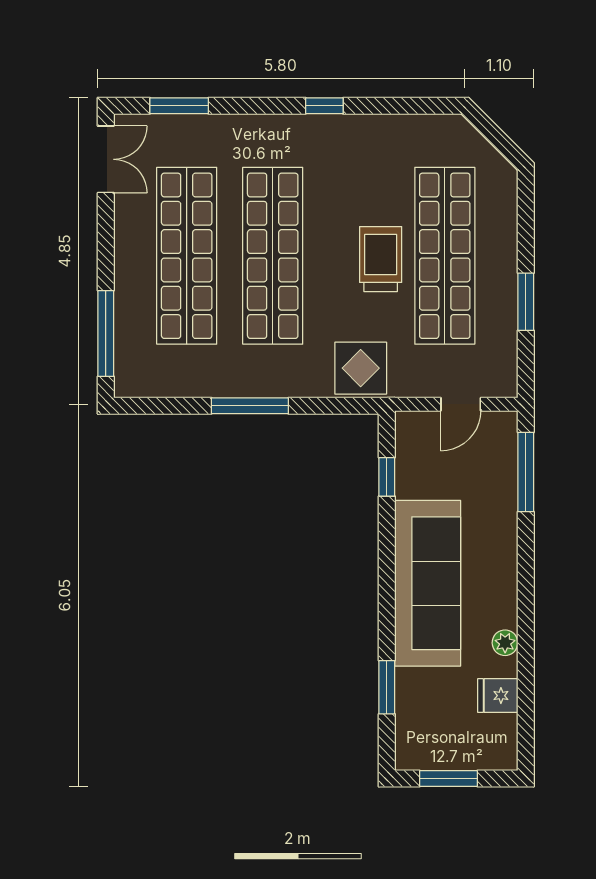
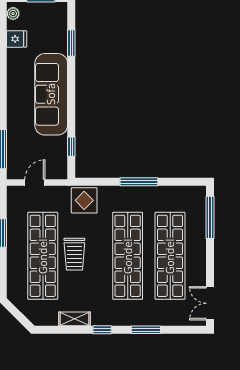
window: (179, 106) -> (146, 330), moved
shelving: (380, 128) -> (75, 319), added
plant: (505, 643) -> (13, 14), moved

